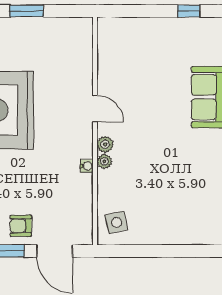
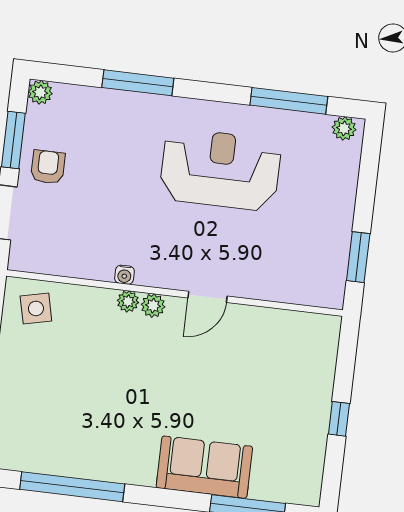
window: (26, 11) -> (358, 257), moved
window: (189, 11) -> (339, 419), moved

